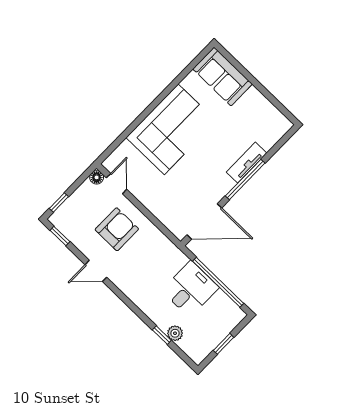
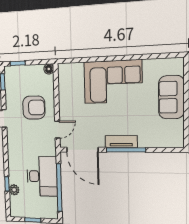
sofa: (223, 77) -> (171, 97), moved
tv unit: (247, 163) -> (121, 142), moved
door: (117, 184) -> (57, 130), moved
desk: (190, 289) -> (42, 176), width x1.37

